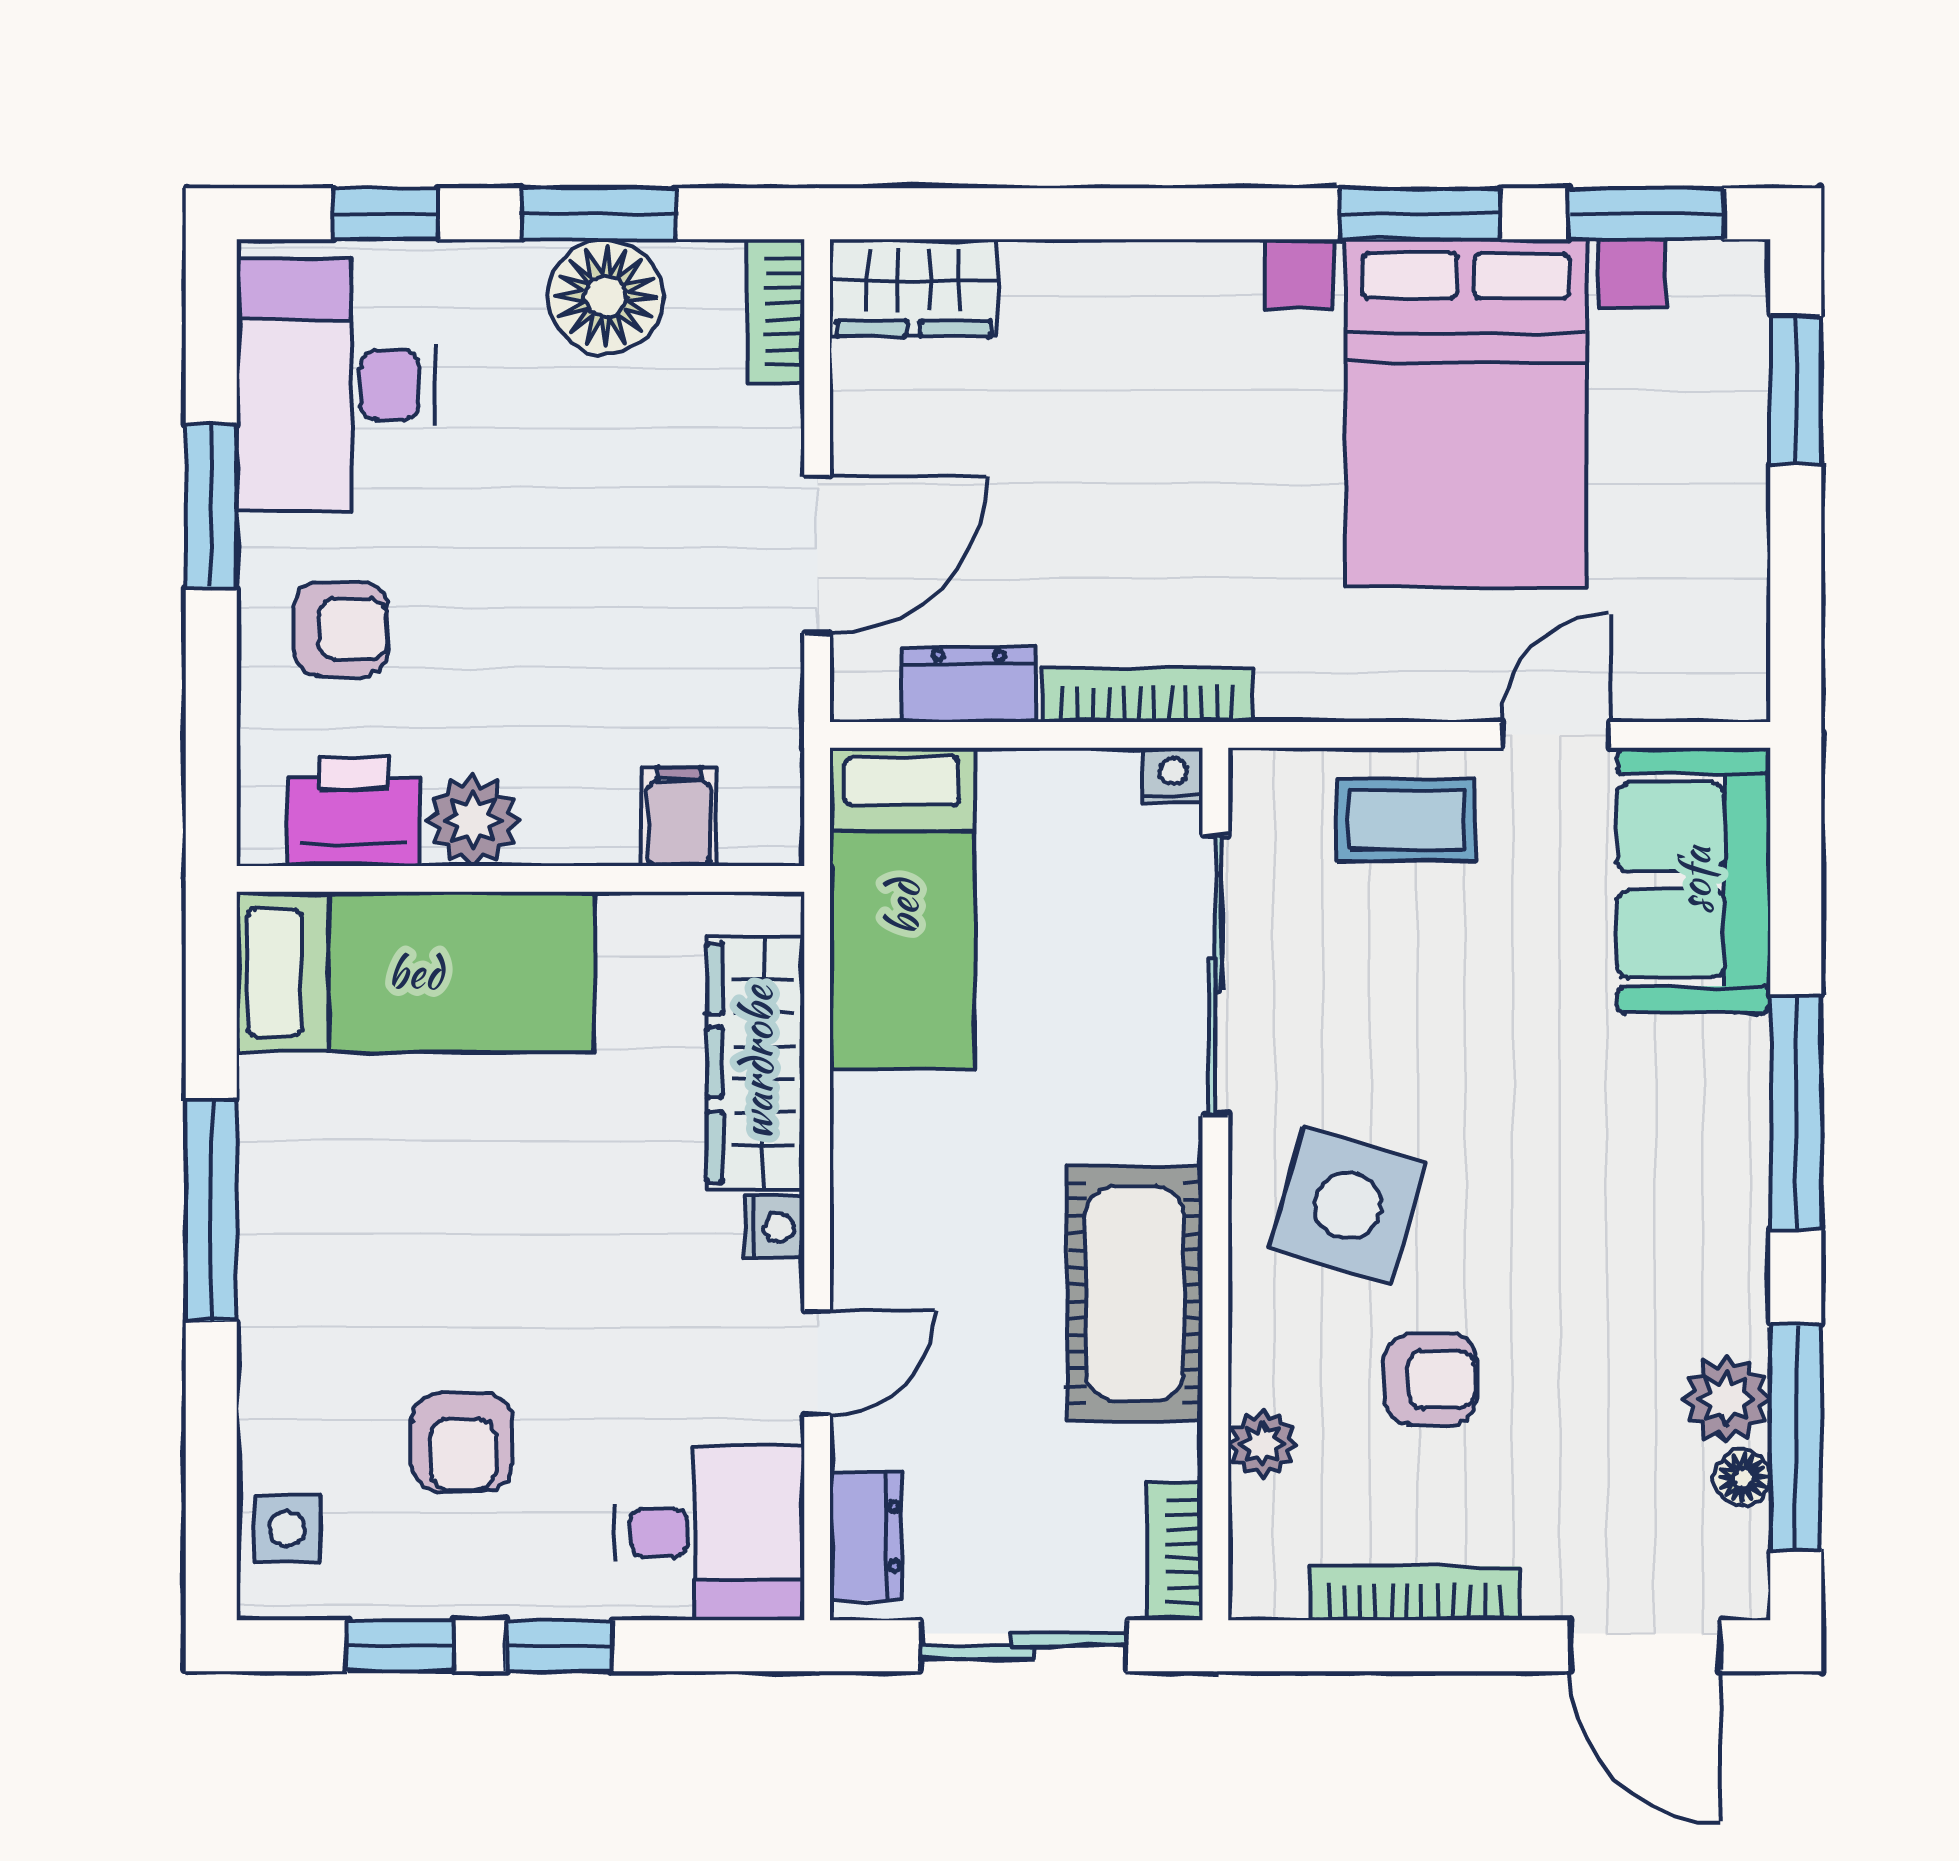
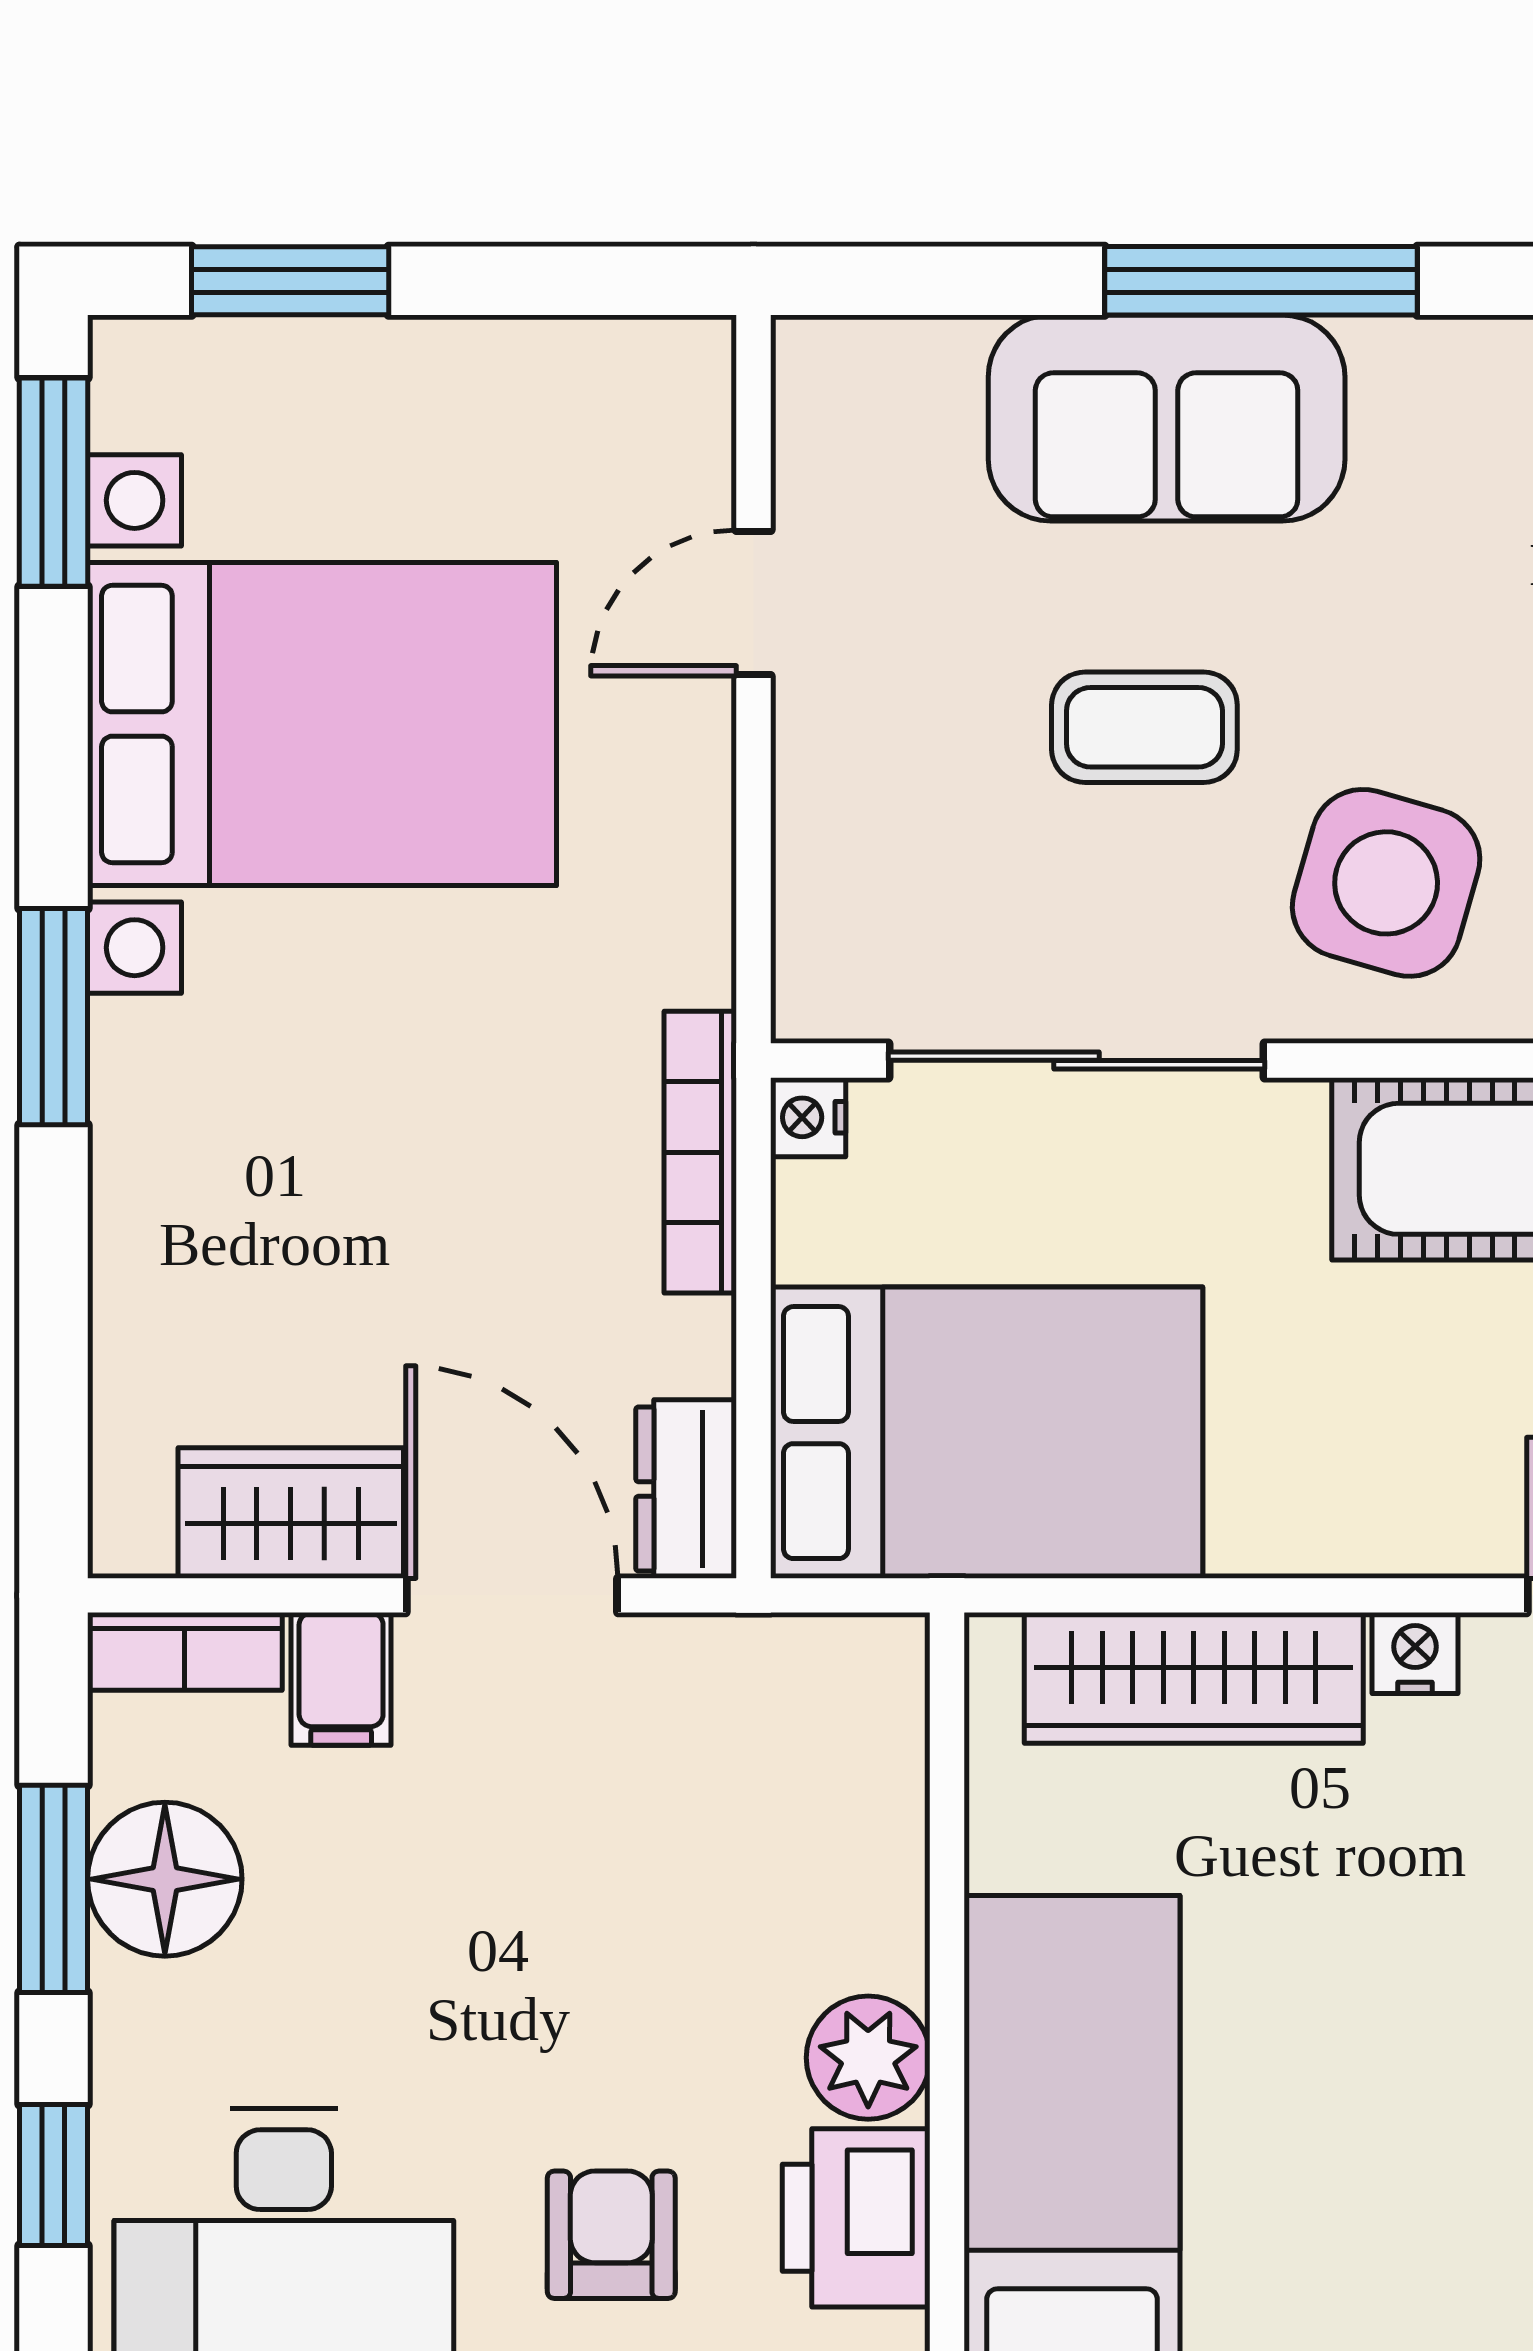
window: (1420, 214) -> (54, 1017), moved
wardrobe: (914, 288) -> (291, 1513), moved, turned -90
dresser: (969, 685) -> (686, 1489), moved
door: (1556, 735) -> (754, 603), hinge flipped
filing cabinet: (679, 817) -> (341, 1679), moved, turned -90
coffee table: (1406, 820) -> (1144, 727), moved, turned 90
sofa: (1694, 880) -> (1167, 418), moved
bed: (902, 908) -> (987, 1433), width x1.50

